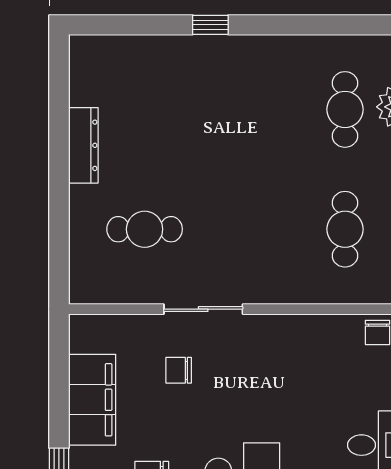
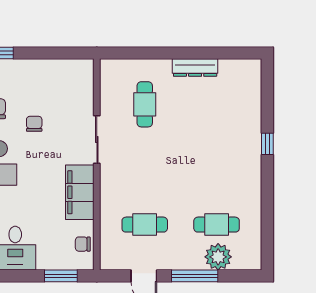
chair: (179, 370) -> (34, 124), moved
filing cabinet: (92, 400) -> (80, 192), moved, turned 90

